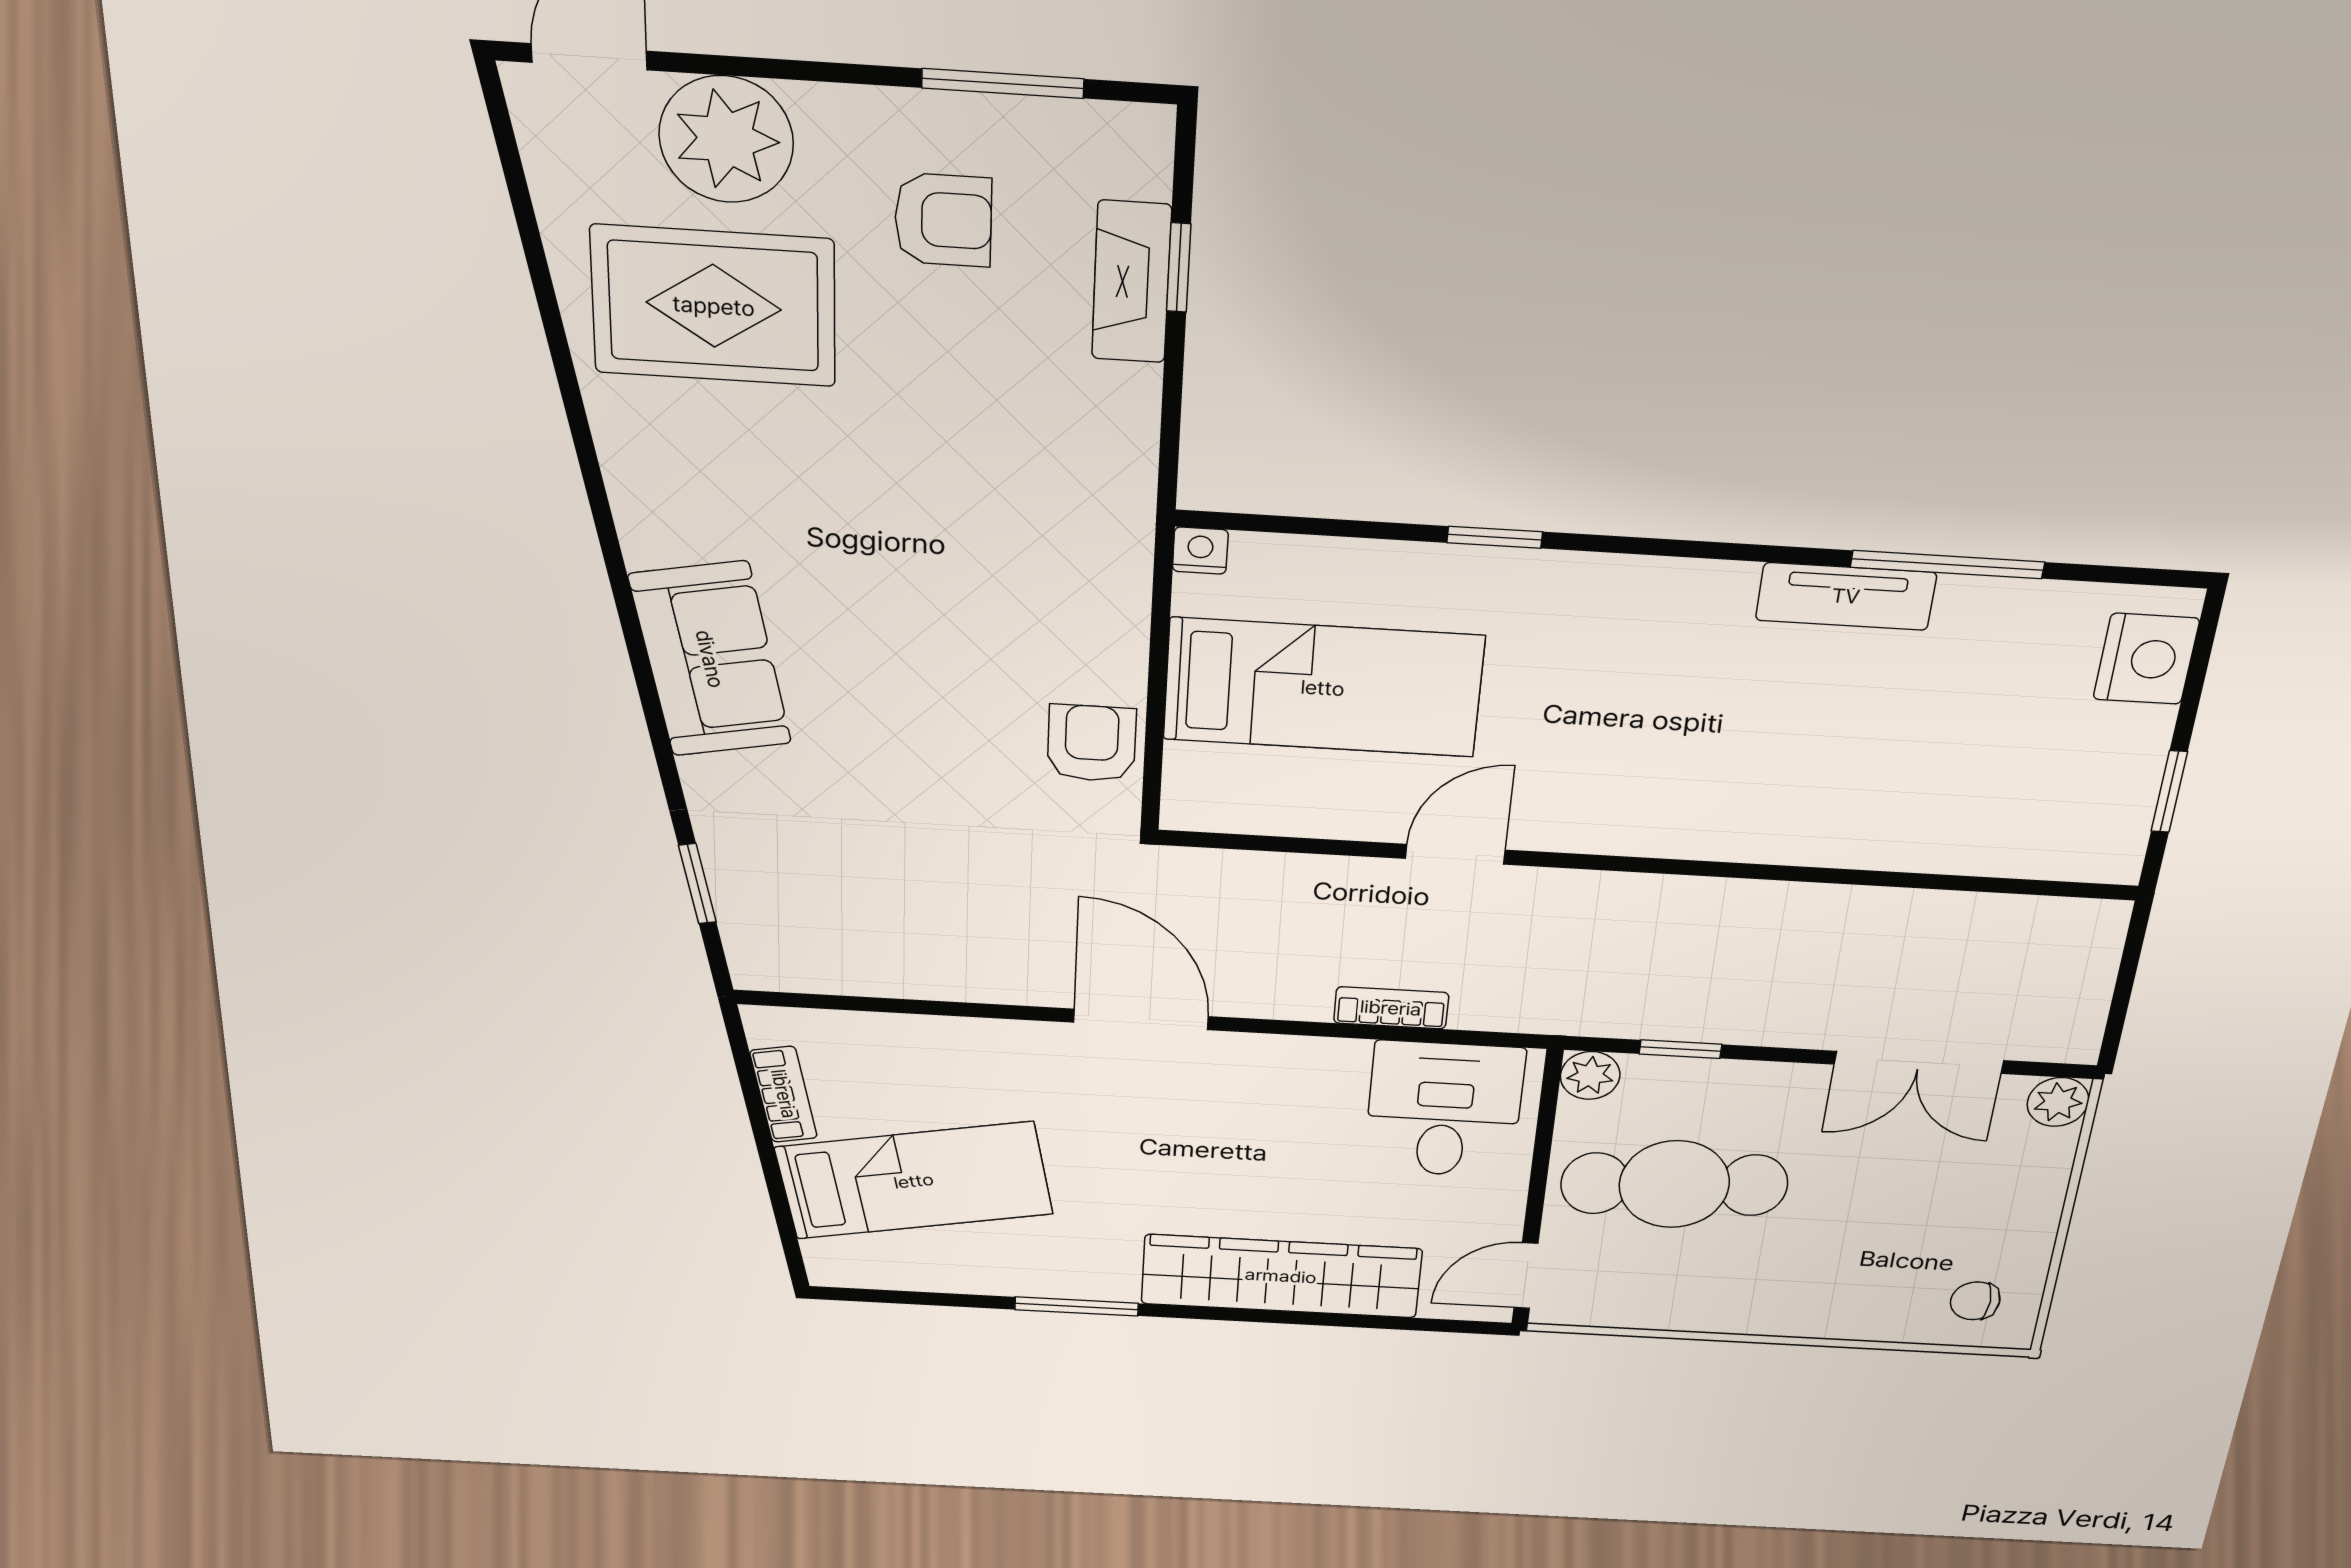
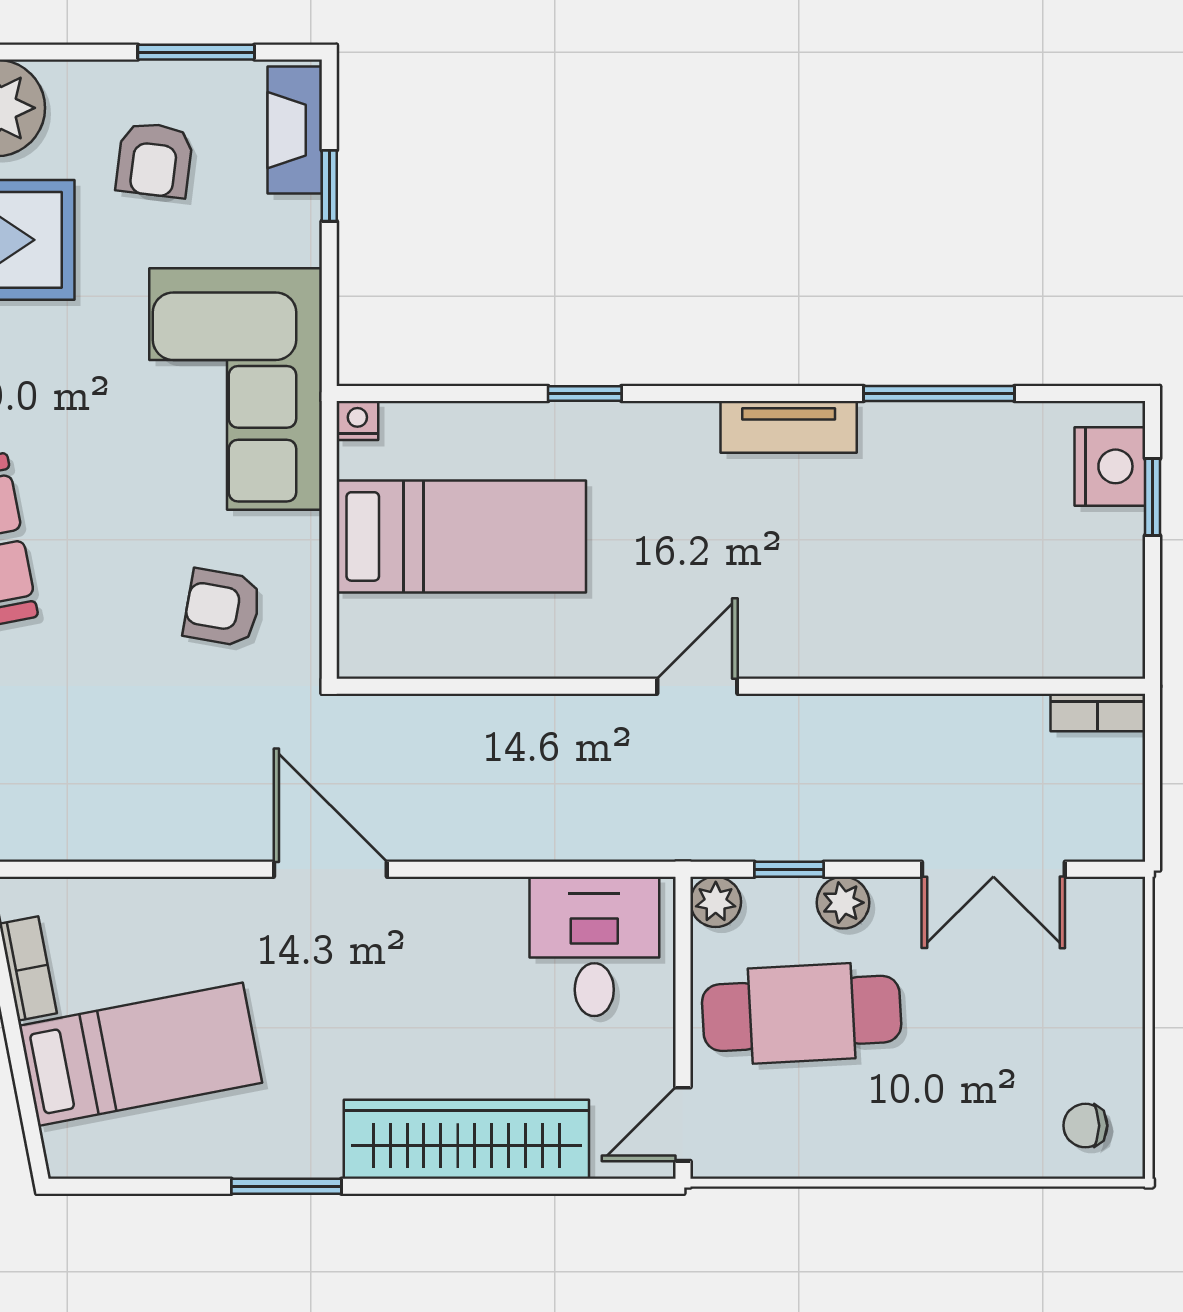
armchair: (943, 220) -> (154, 160), turned 97
fireplace: (1131, 282) -> (295, 130), moved
corner sofa: (1045, 505) -> (236, 389), added
tv unit: (1846, 596) -> (789, 427), moved
armchair: (1092, 743) -> (222, 608), moved, turned -80
window: (2169, 792) -> (1152, 497), moved
door: (1455, 854) -> (697, 686), moved
bookcase: (1391, 1008) -> (1098, 712), moved, turned 180
plant: (2058, 1102) -> (843, 903), moved

